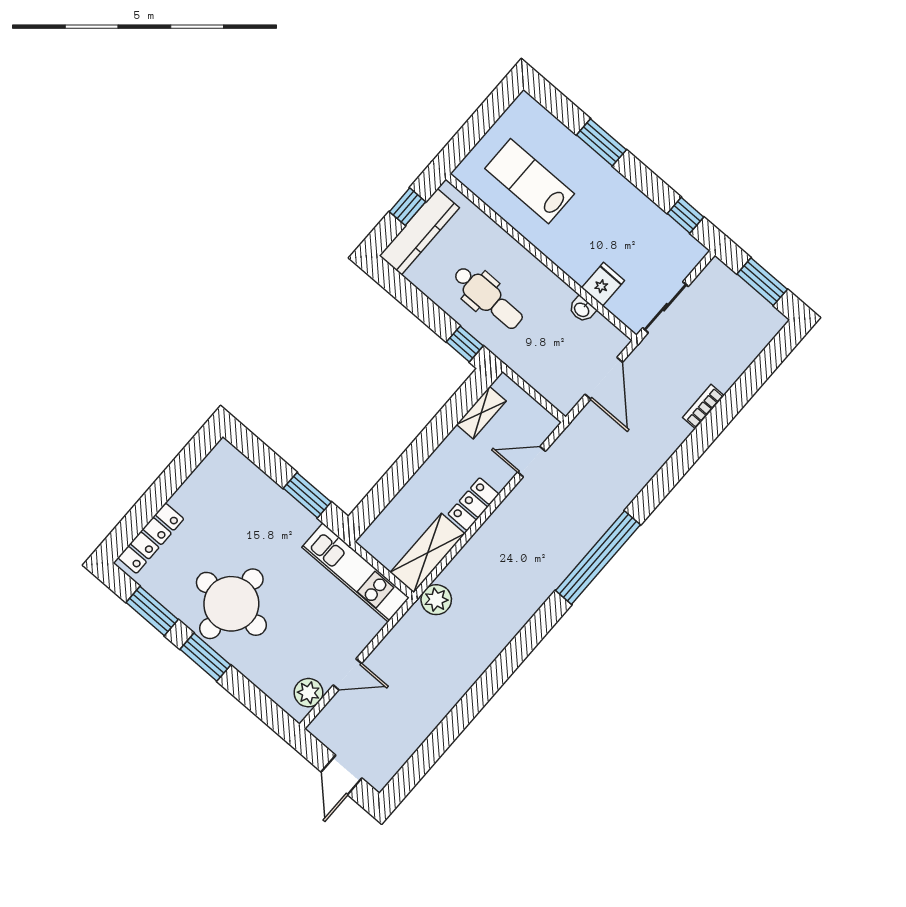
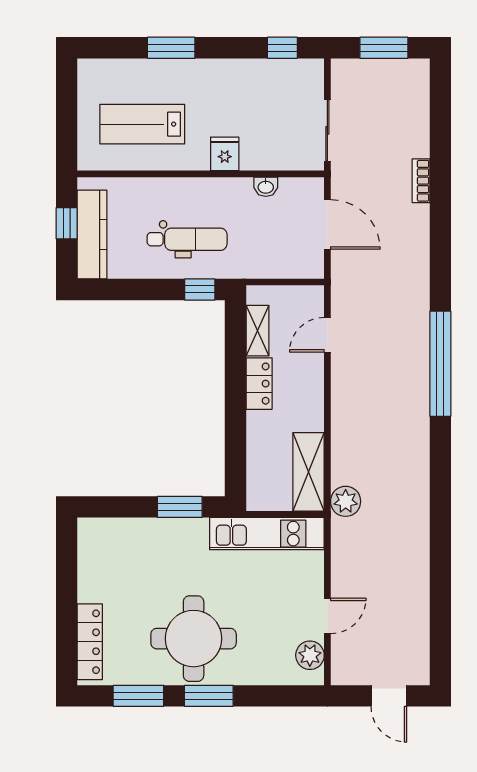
fridge: (603, 284) -> (225, 154), moved
locker: (473, 504) -> (259, 384), moved, turned 180

